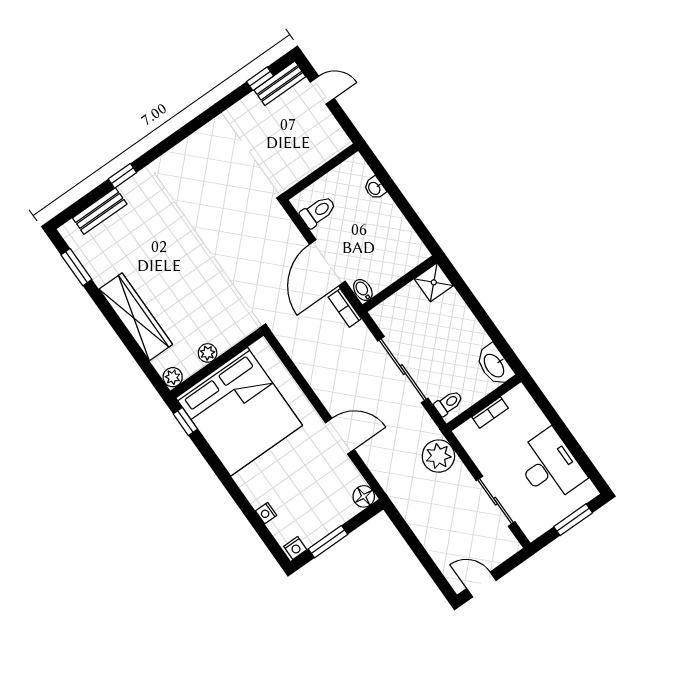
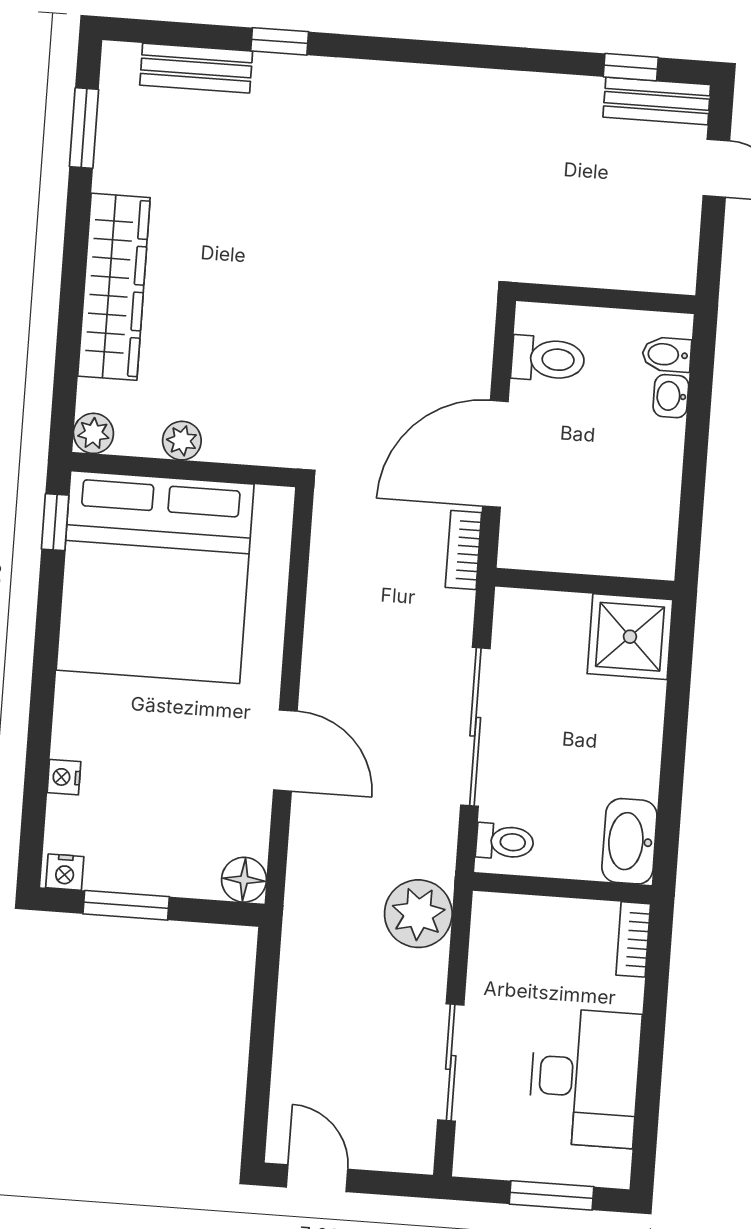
shower: (434, 282) -> (630, 637), width x1.36, depth x1.36
bidet: (363, 290) -> (667, 354), moved, turned -90
bookcase: (490, 413) -> (633, 939), moved, turned 90

